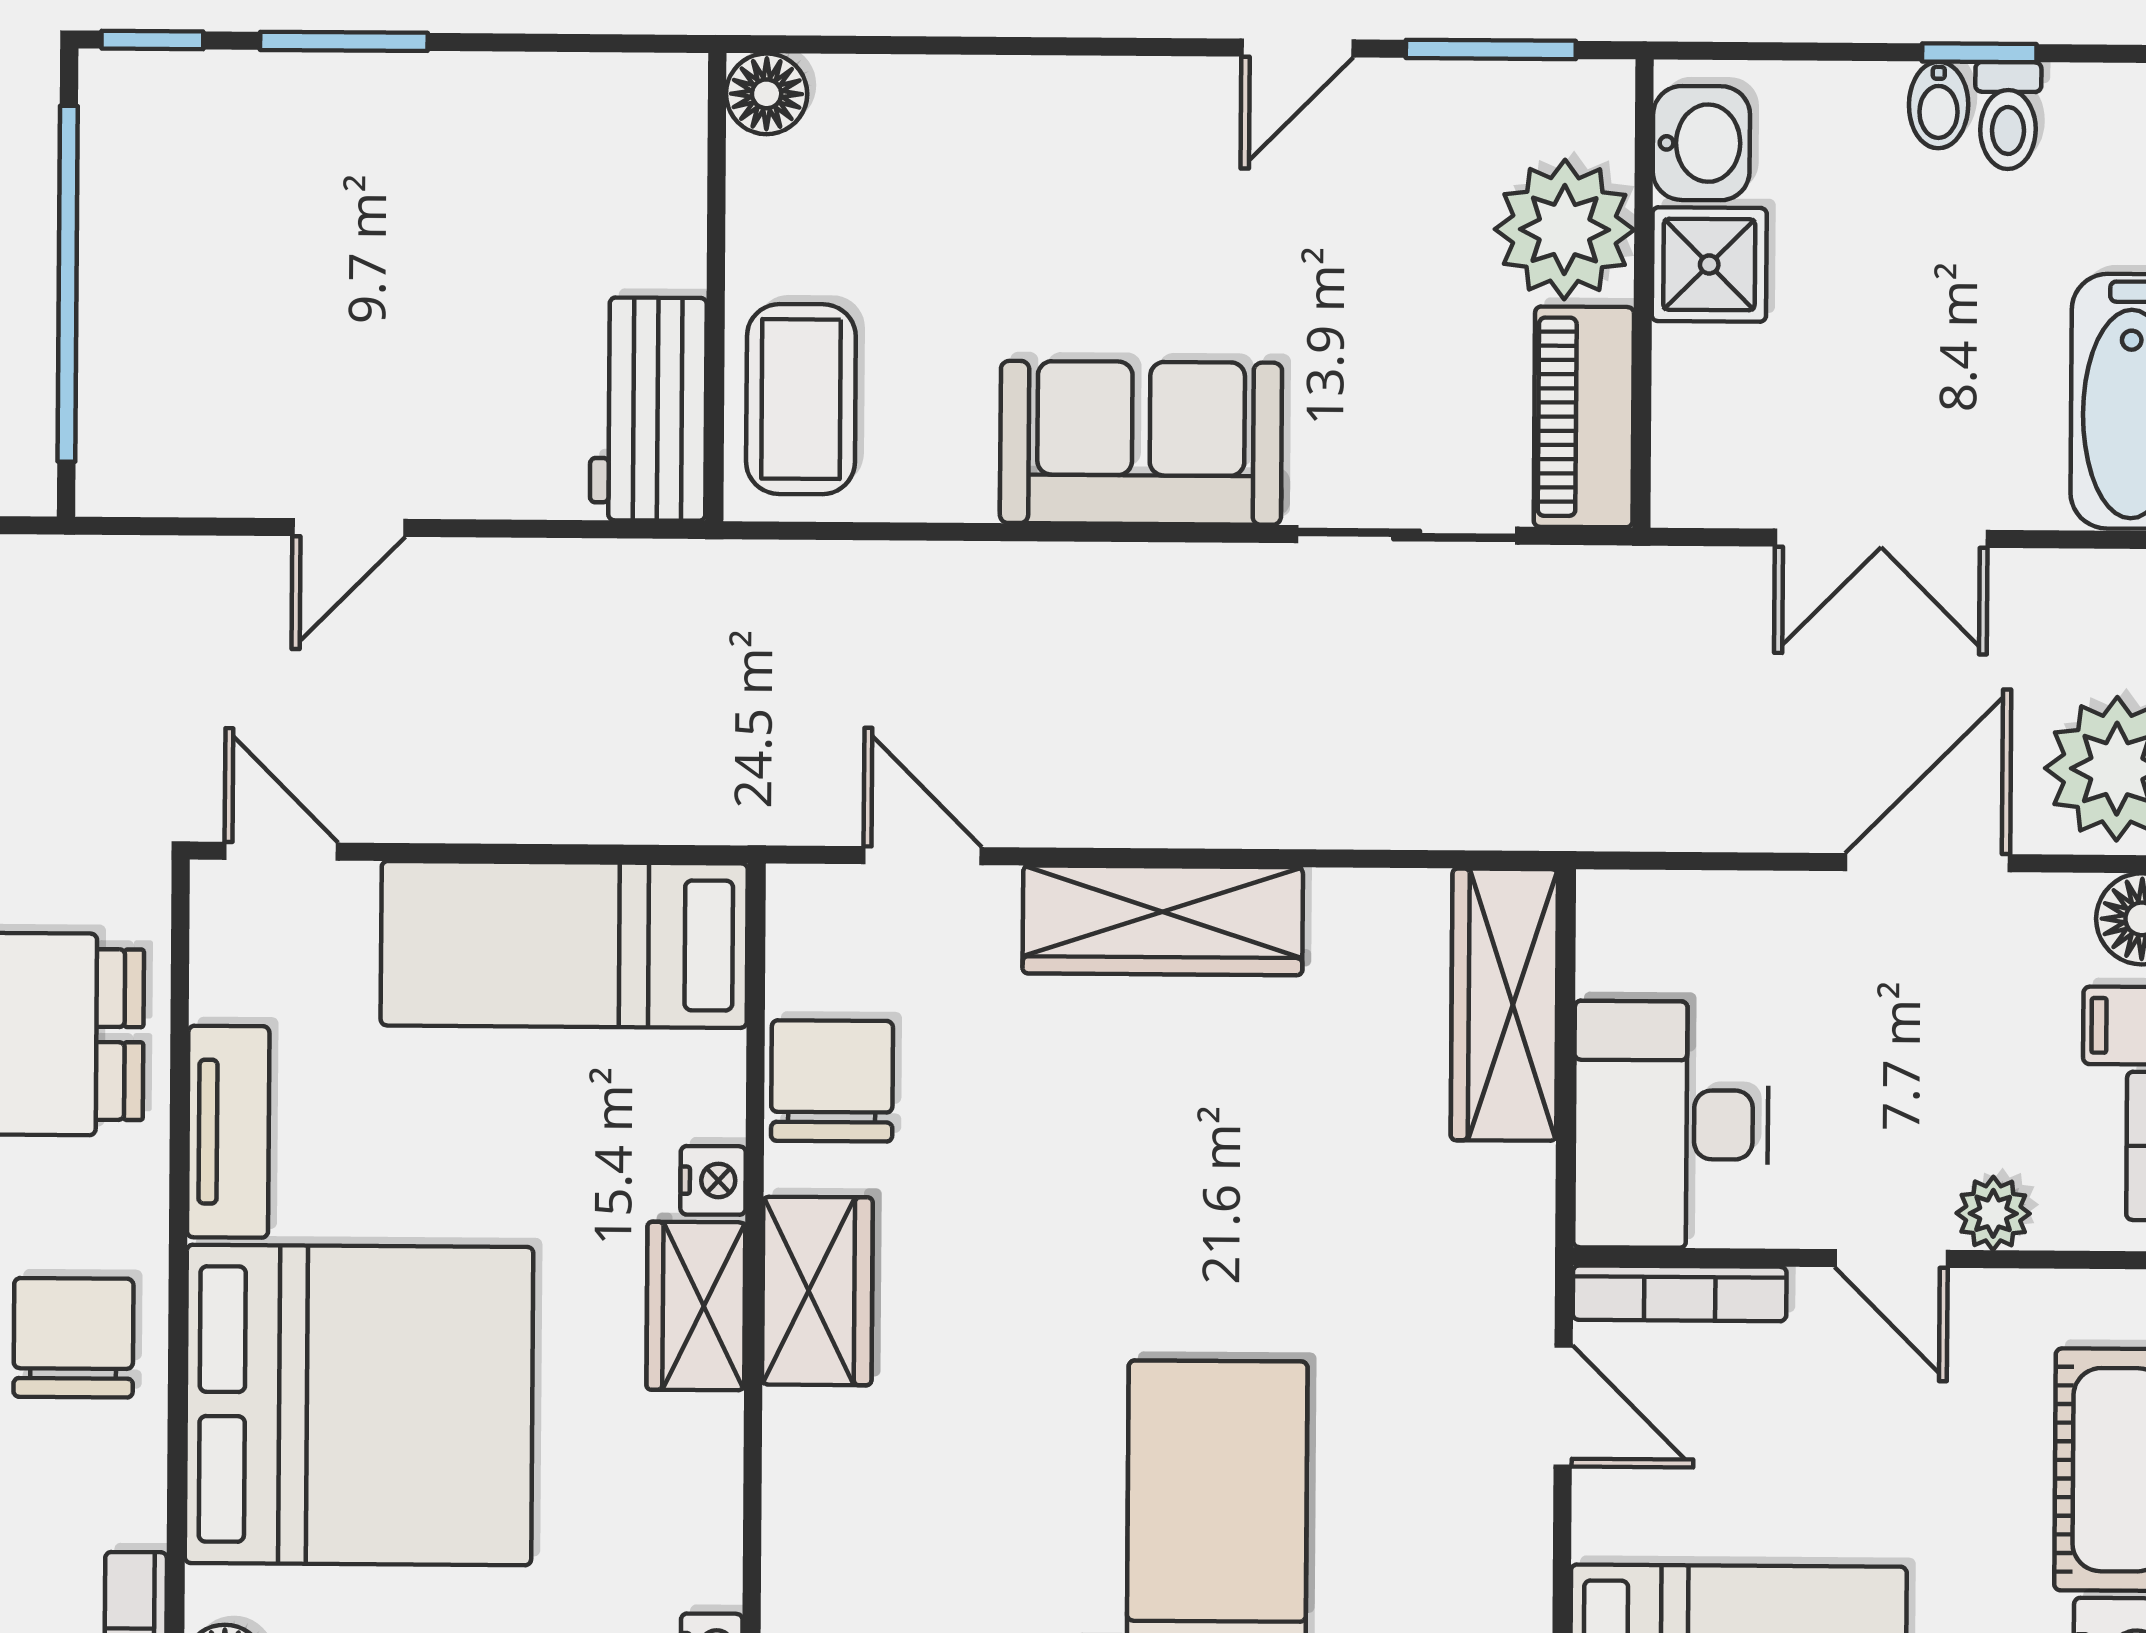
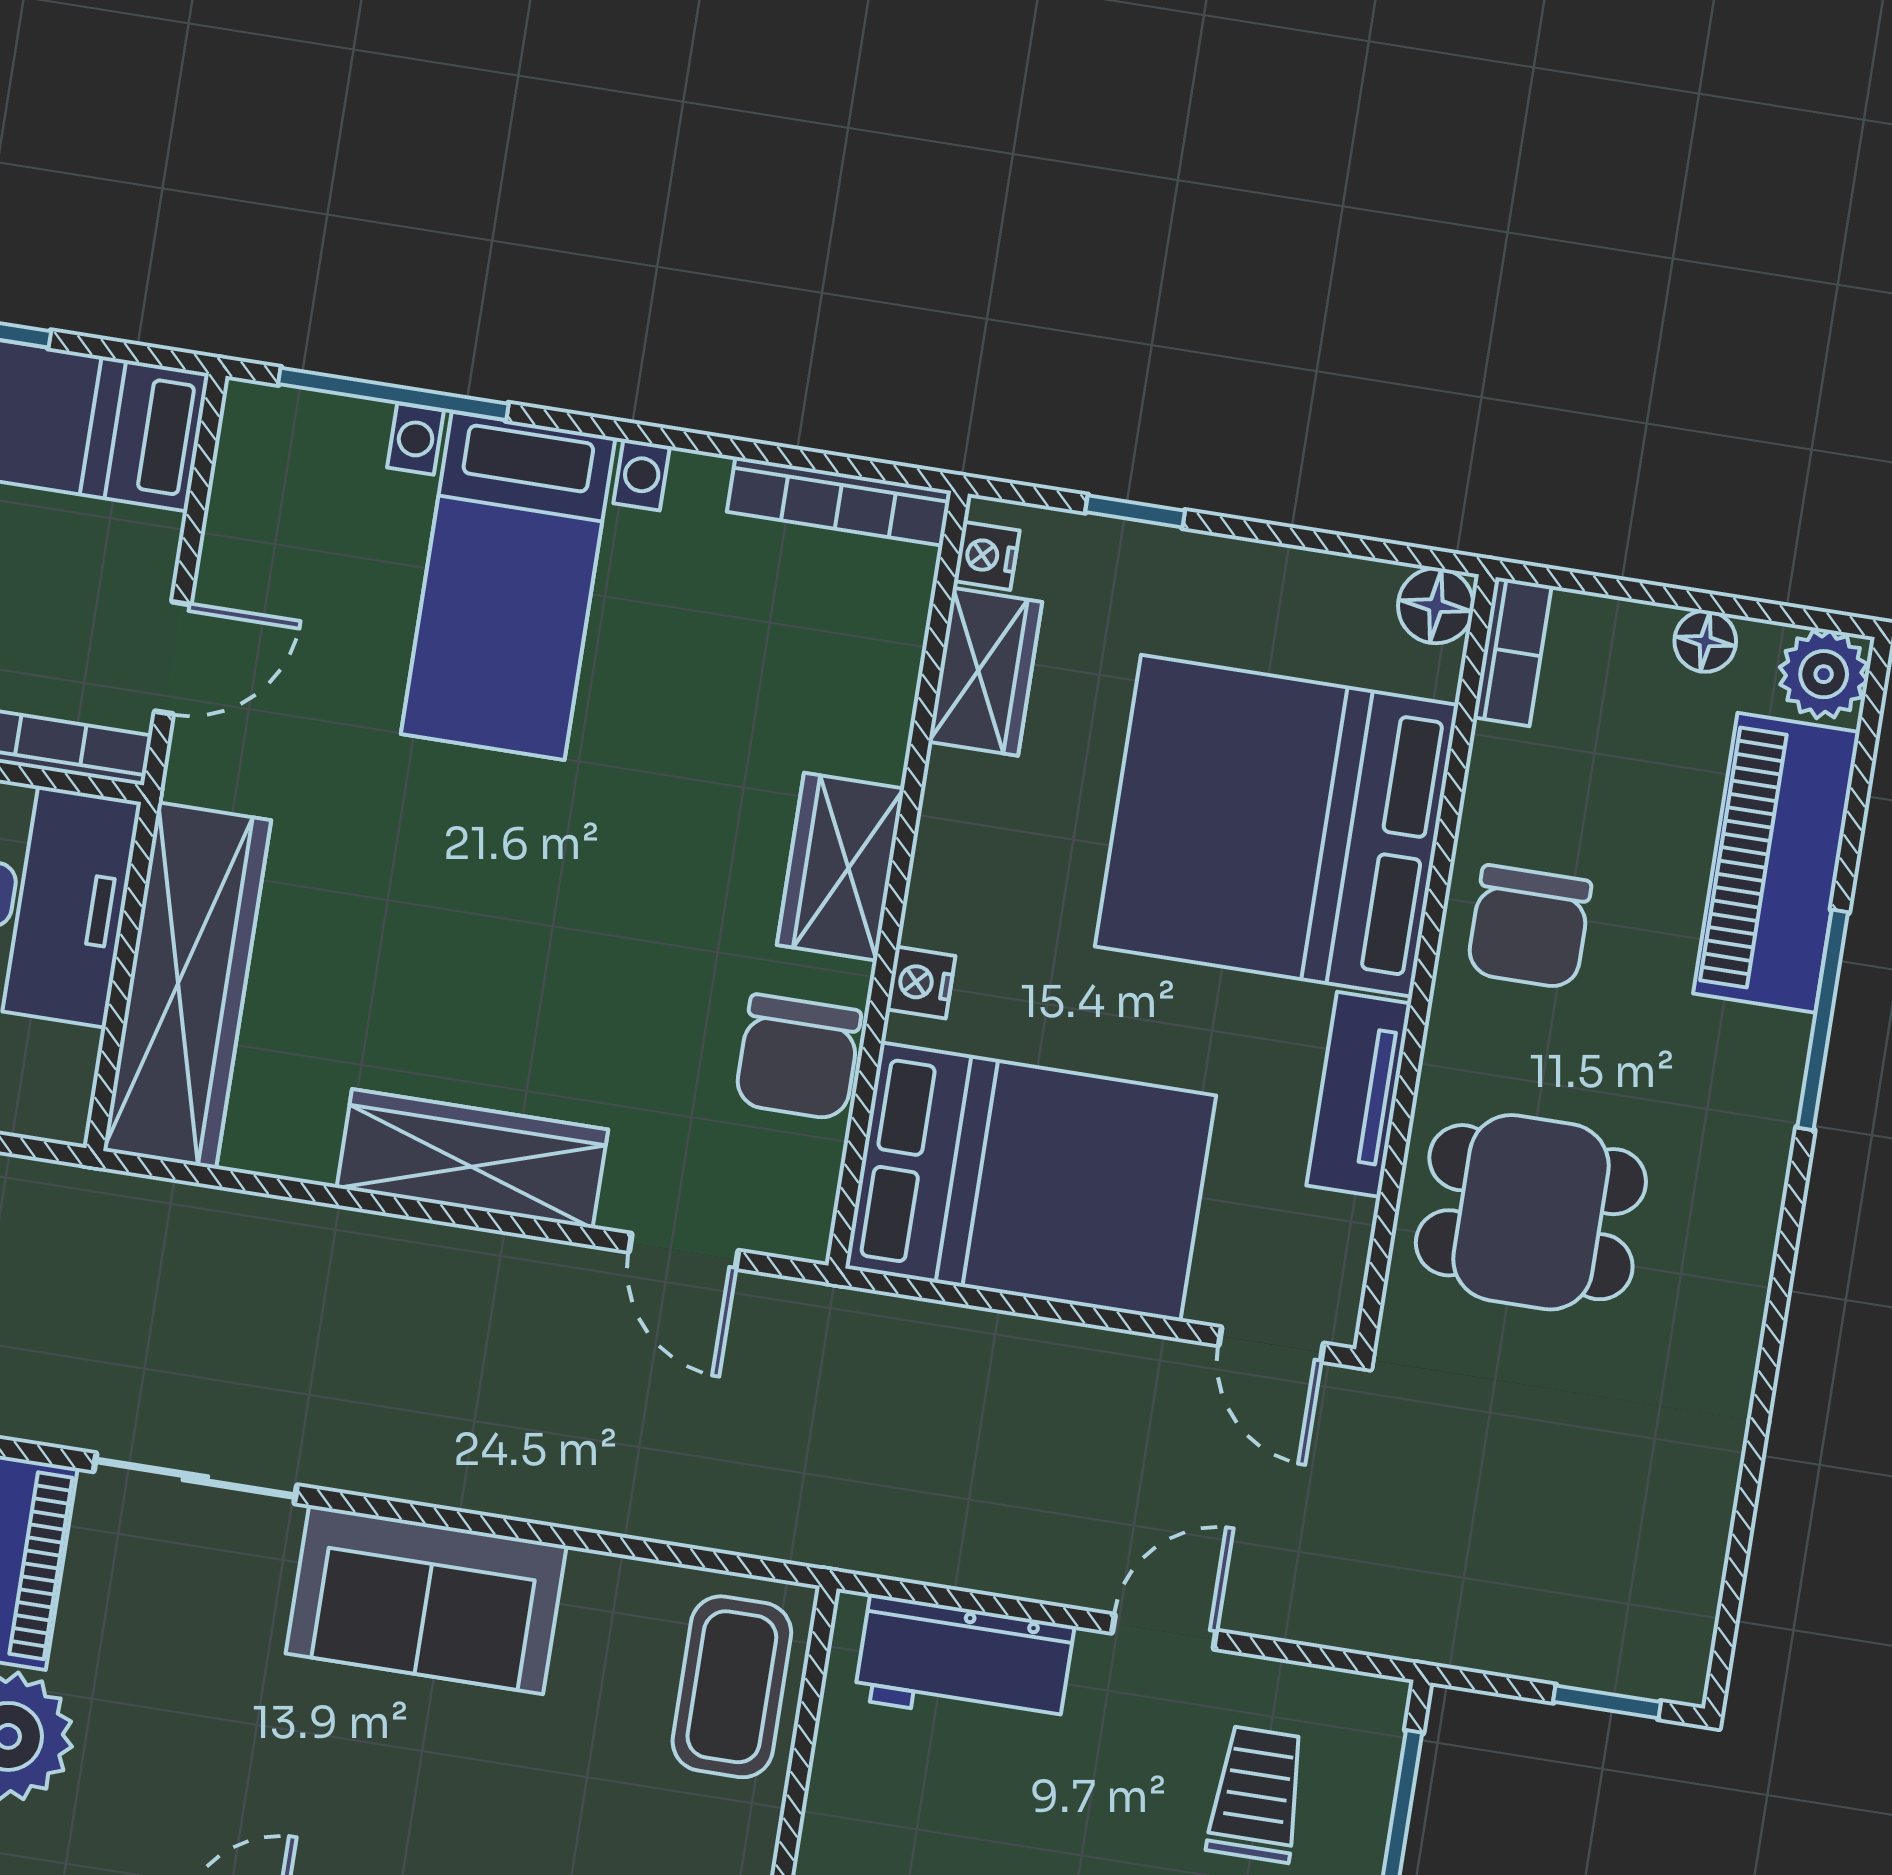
trolley: (224, 369) -> (1257, 1794), added
workbench: (648, 409) -> (964, 1663), moved, turned 90
bed: (564, 944) -> (1031, 1182), width x1.50
wardrobe: (1504, 1005) -> (187, 985), width x1.40, depth x1.17
wardrobe: (696, 1306) -> (985, 672), moved
door: (1563, 1406) -> (173, 658), swing flipped

